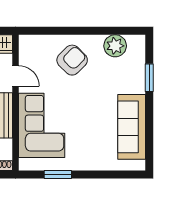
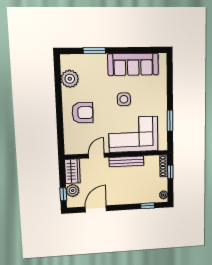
armchair: (72, 60) -> (82, 113), turned 135
side table: (88, 114) -> (124, 99), added

